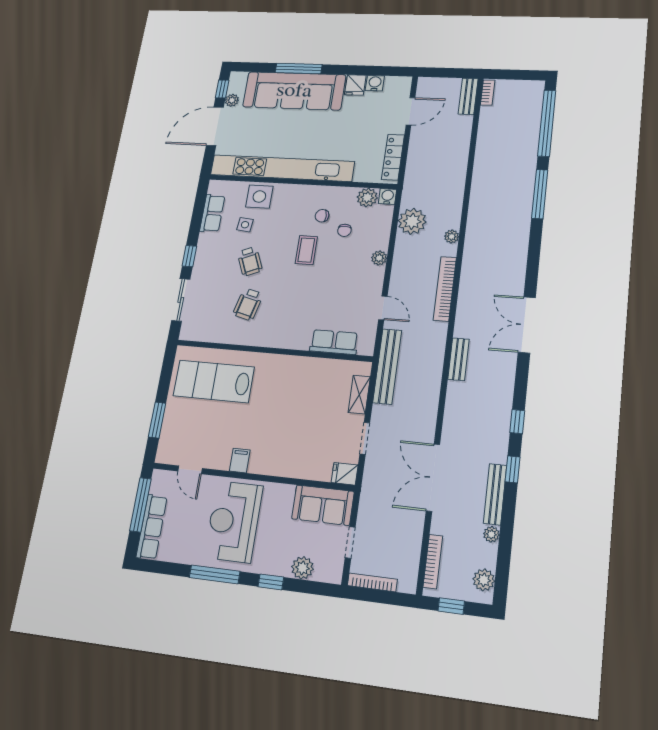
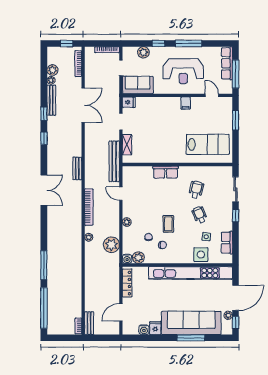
row of seats: (334, 342) -> (166, 172), moved
reception desk: (234, 522) -> (183, 71), turned 90
plant: (484, 580) -> (52, 70), moved

